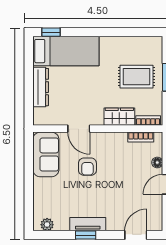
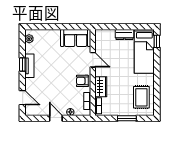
rug: (136, 77) -> (141, 97), moved
dresser: (41, 87) -> (124, 34), width x0.70
door: (79, 129) -> (93, 60), swing flipped
armchair: (87, 167) -> (82, 81), moved

